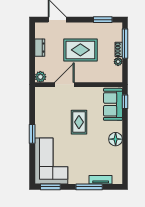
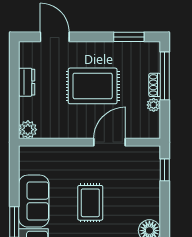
door: (64, 85) -> (109, 142), moved
sofa: (113, 104) -> (34, 201), moved, turned 180

